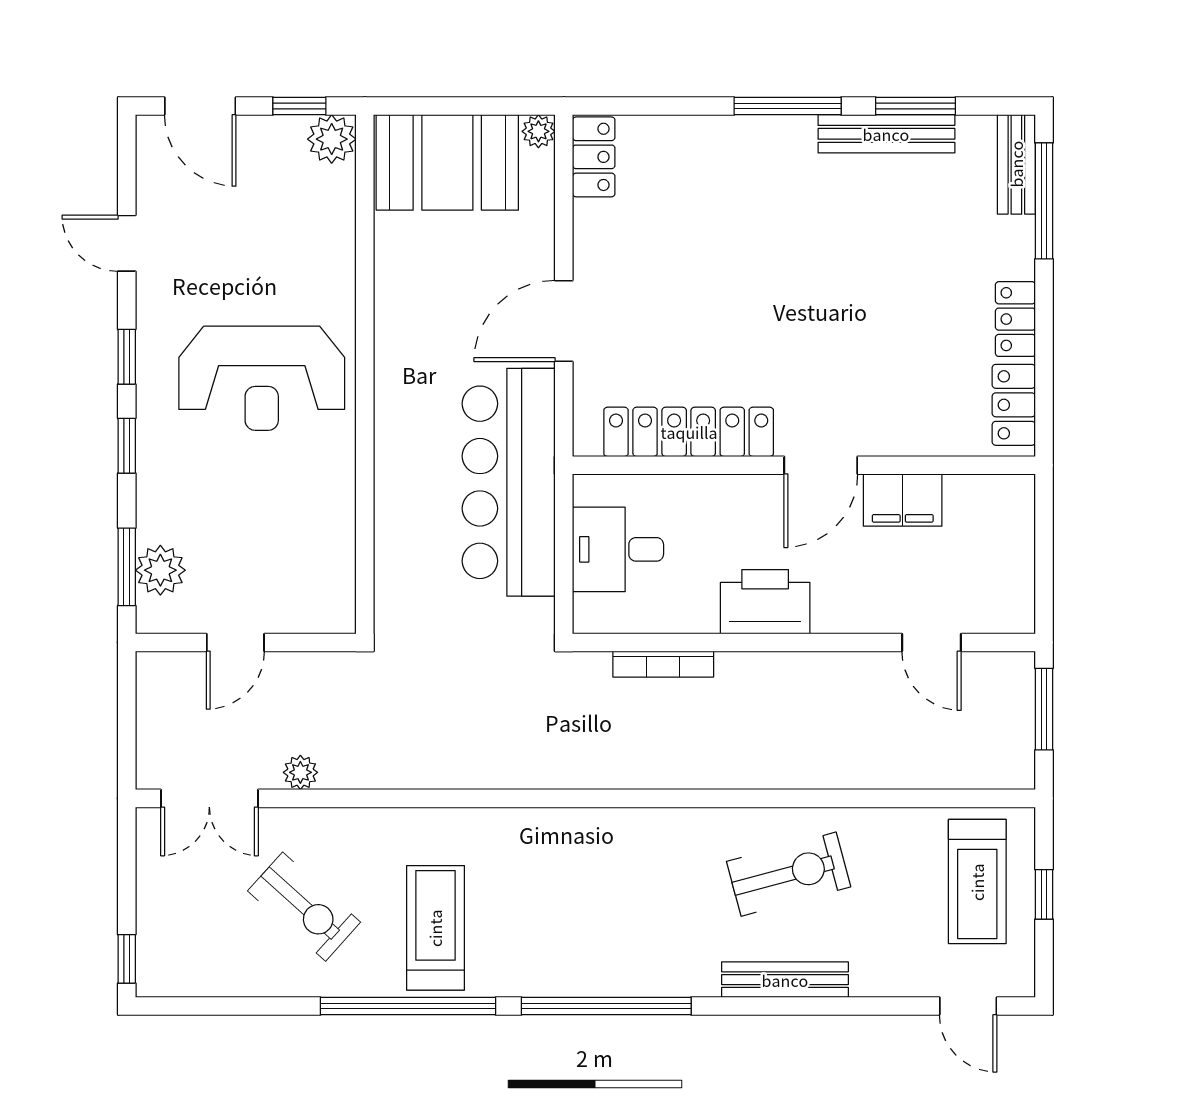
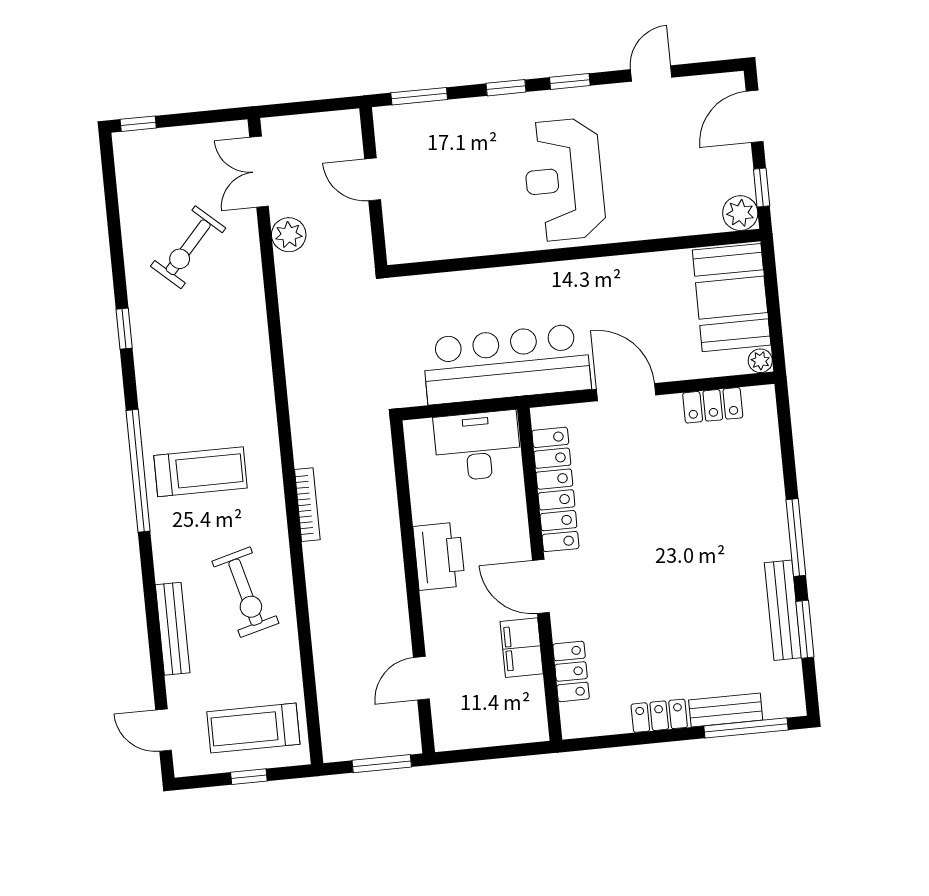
locker: (594, 157) -> (713, 405), moved
bench: (1016, 164) -> (726, 710), moved
locker: (1014, 405) -> (571, 671), moved, turned 90
desk: (618, 549) -> (477, 446), width x1.37
plant: (160, 570) -> (419, 121), removed
bookcase: (663, 664) -> (307, 505), moved, turned 180
plant: (300, 772) -> (289, 235), width x1.38, depth x1.38
treadmill: (435, 928) -> (201, 472), moved
bench: (785, 980) -> (173, 629), moved
window: (408, 1006) -> (124, 329), width x0.32
door: (968, 1006) -> (164, 730), hinge flipped

